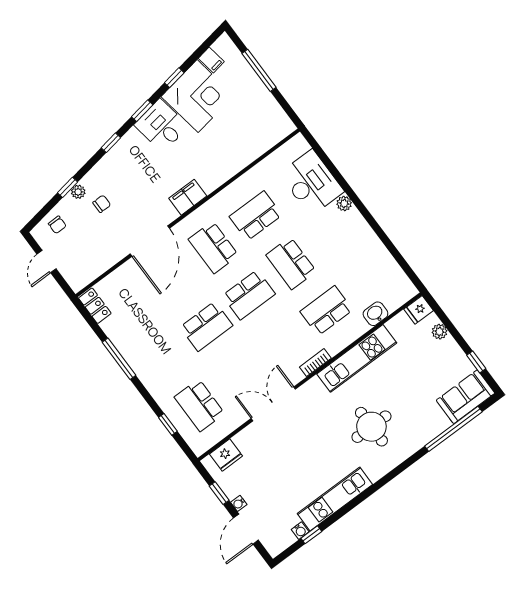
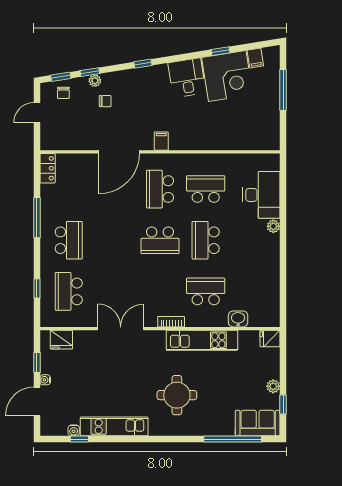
window: (142, 111) -> (61, 77), moved
filing cabinet: (188, 197) -> (161, 141), width x0.50
school desk: (206, 326) -> (69, 240), moved, turned -90
plant: (439, 332) -> (273, 386), moved

